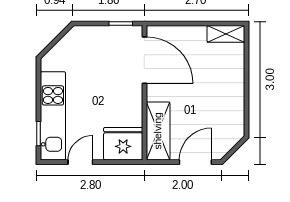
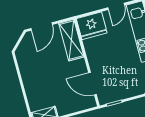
door: (144, 60) -> (92, 84), width x0.73

